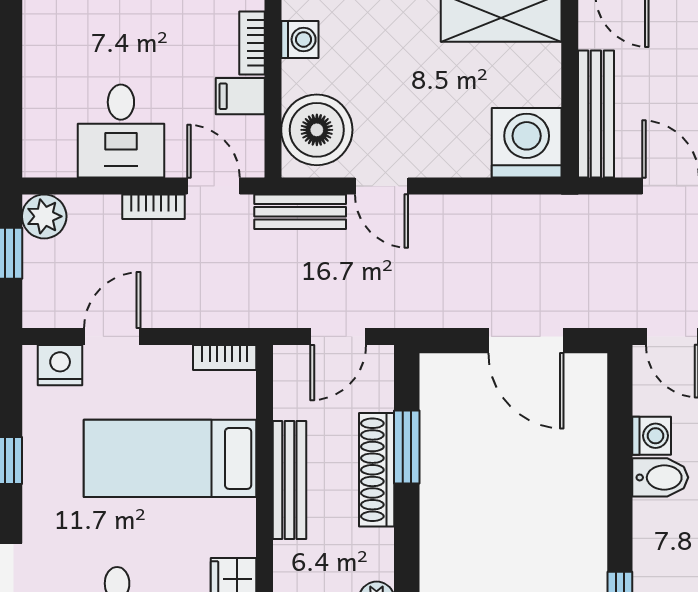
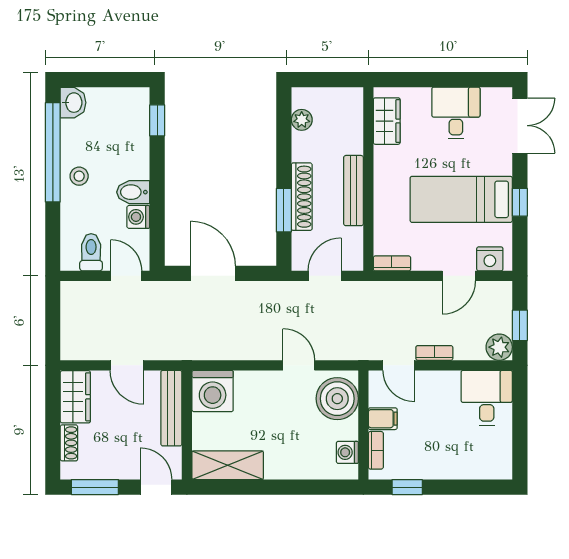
desk: (121, 131) -> (487, 398), moved
bench: (300, 212) -> (347, 350), removed
bed: (170, 458) -> (461, 199), moved, turned 180

